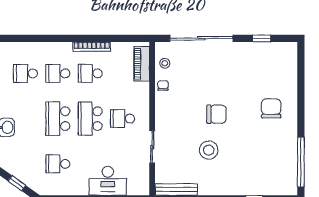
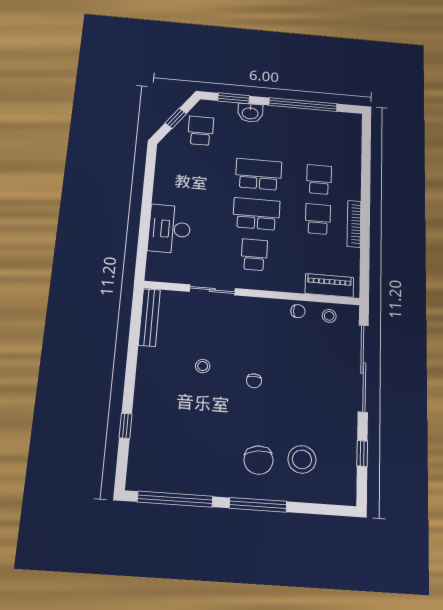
school desk: (25, 73) -> (320, 141), removed
stool: (269, 79) -> (302, 459), added
window: (301, 107) -> (258, 505), added
chair: (271, 108) -> (259, 460), turned 83
chair: (216, 114) -> (254, 381), width x0.54, depth x0.54
stool: (209, 150) -> (203, 366), width x0.53, depth x0.53
school desk: (58, 164) -> (201, 131), moved

